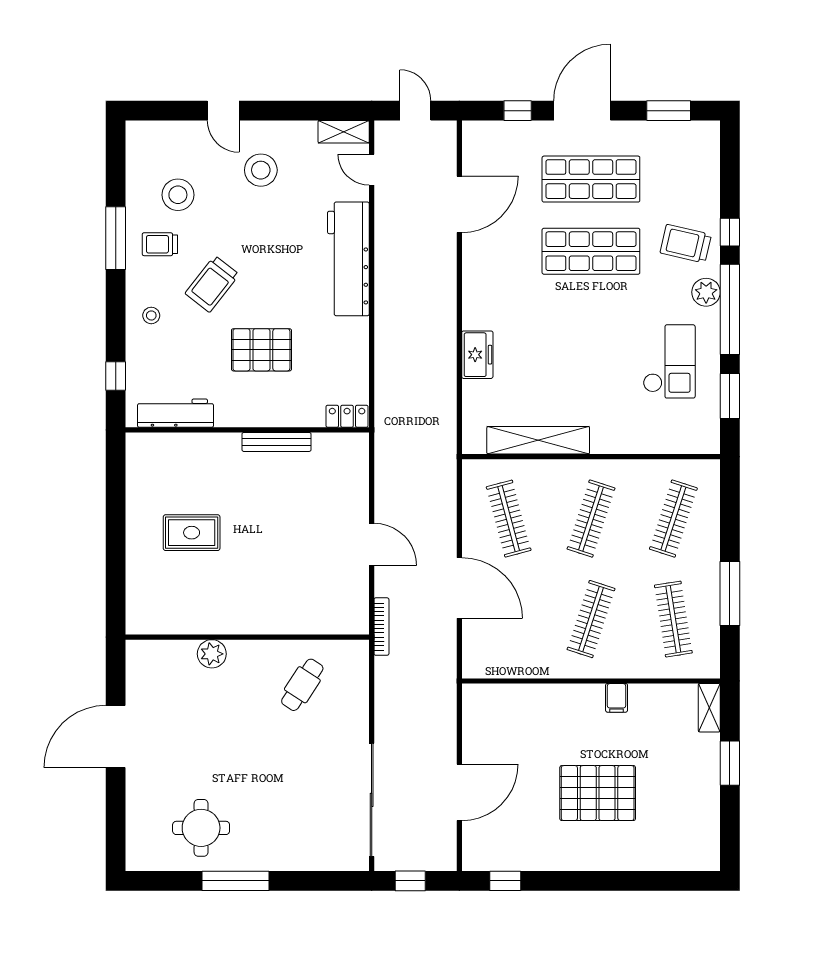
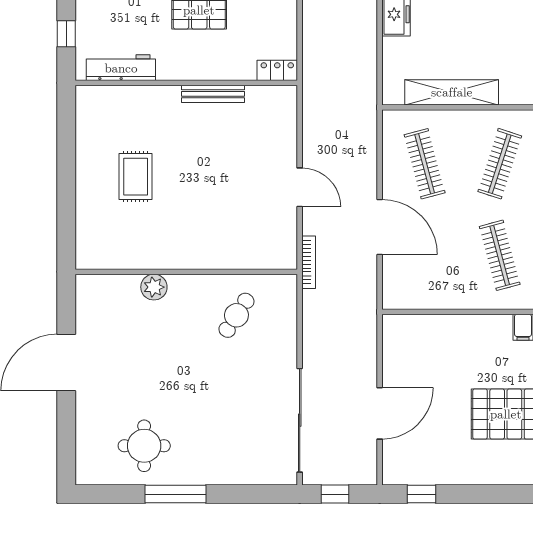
rug: (192, 533) -> (136, 177), turned 90
clothes rail: (591, 619) -> (500, 255), turned -33

